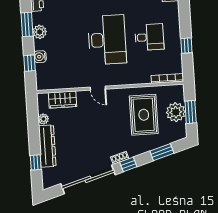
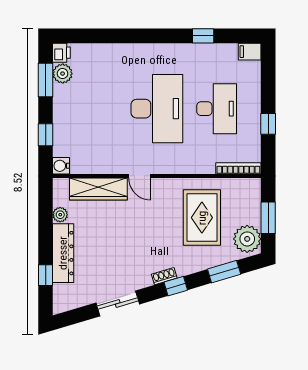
plant: (40, 32) -> (63, 74), moved
desk: (149, 37) -> (217, 109), width x1.37
water cooler: (40, 57) -> (61, 166), moved
wardrobe: (63, 100) -> (98, 189), width x1.50
plant: (176, 112) -> (247, 239), moved
sliding door: (88, 179) -> (118, 303), width x0.54

